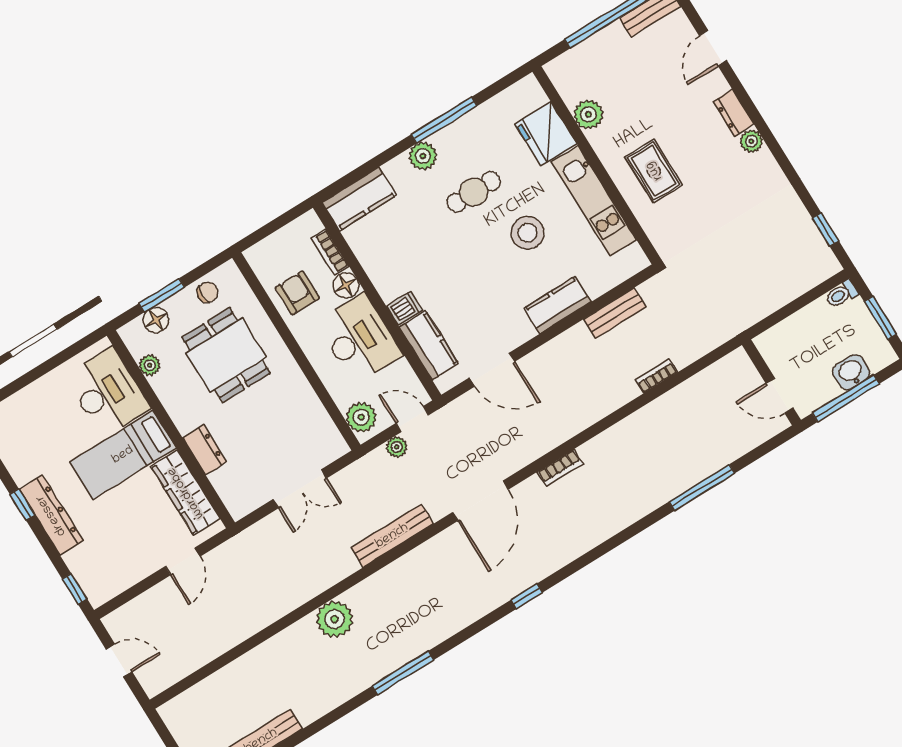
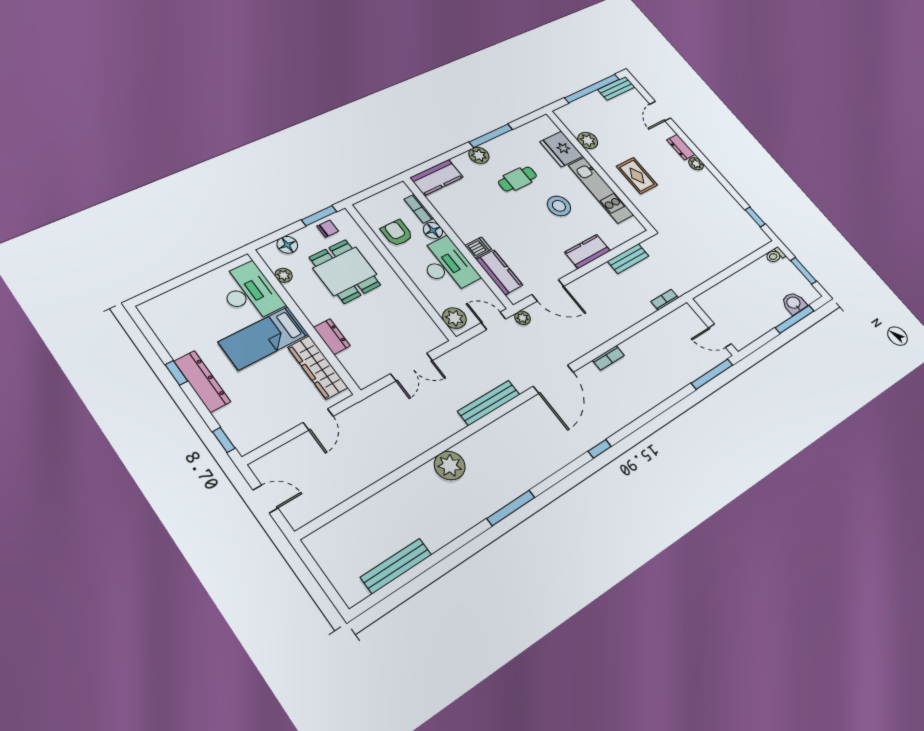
window: (162, 295) -> (319, 216), moved
wall: (771, 382) -> (712, 327), moved
door: (780, 396) -> (720, 336), moved
plant: (397, 447) -> (523, 318), moved

